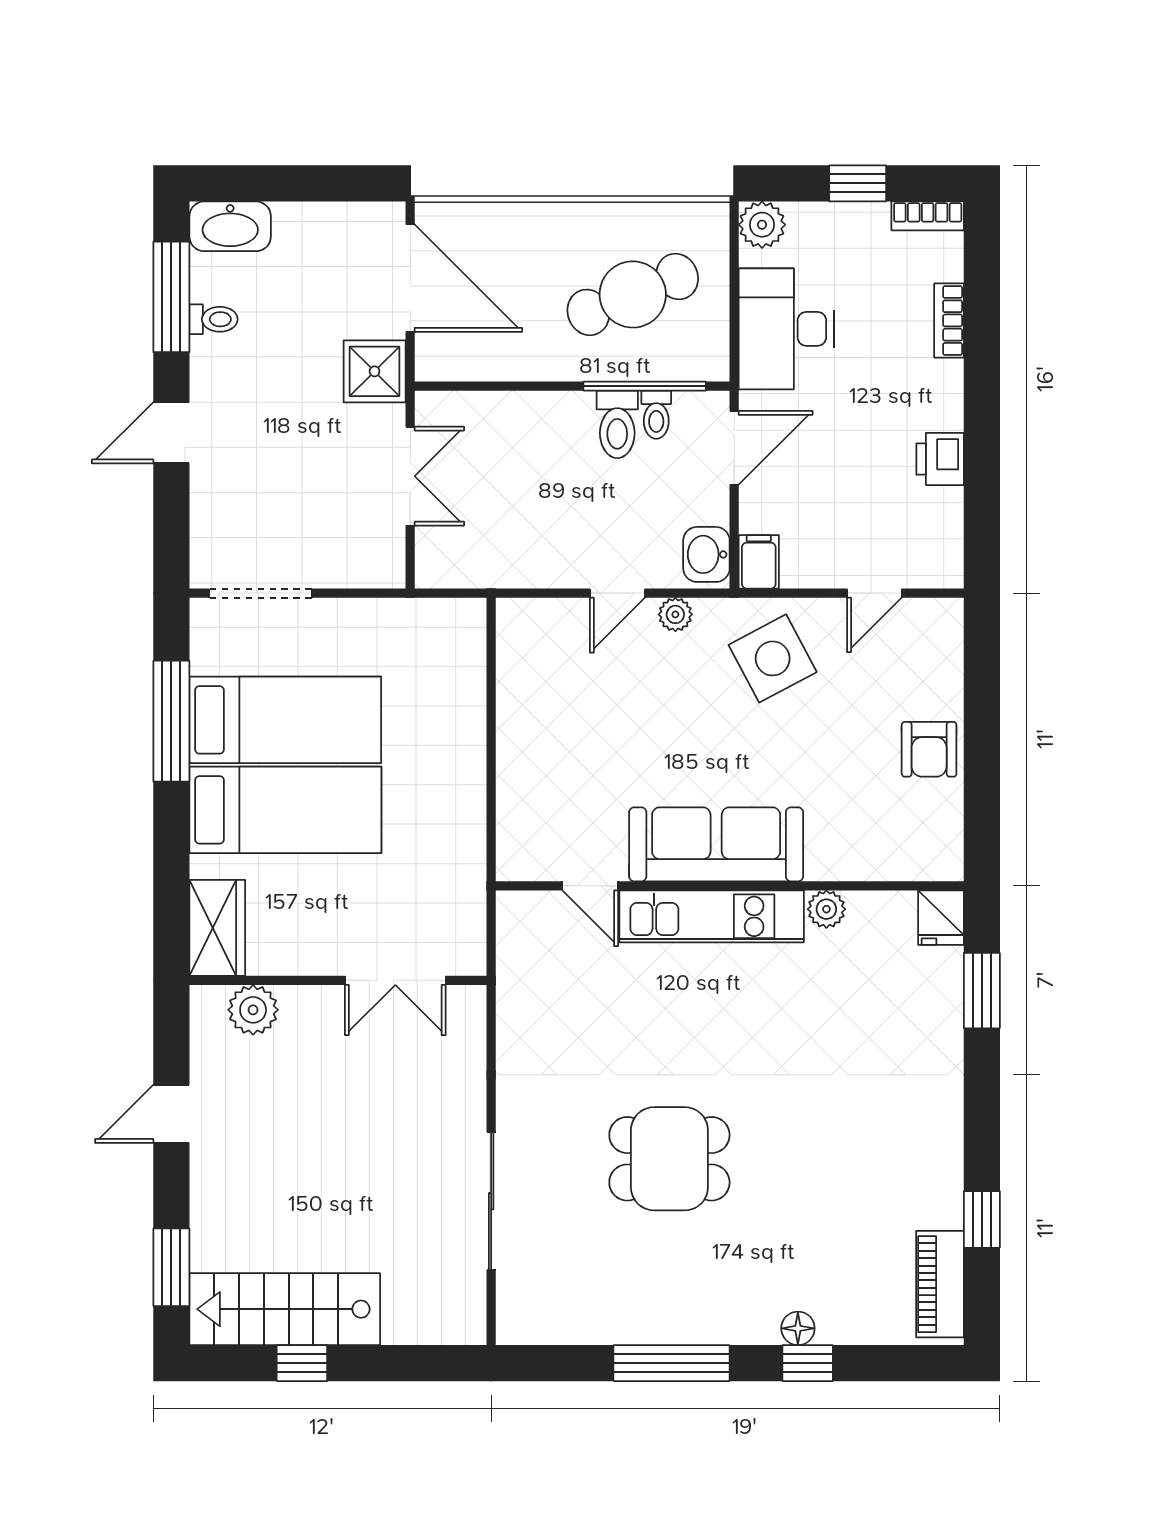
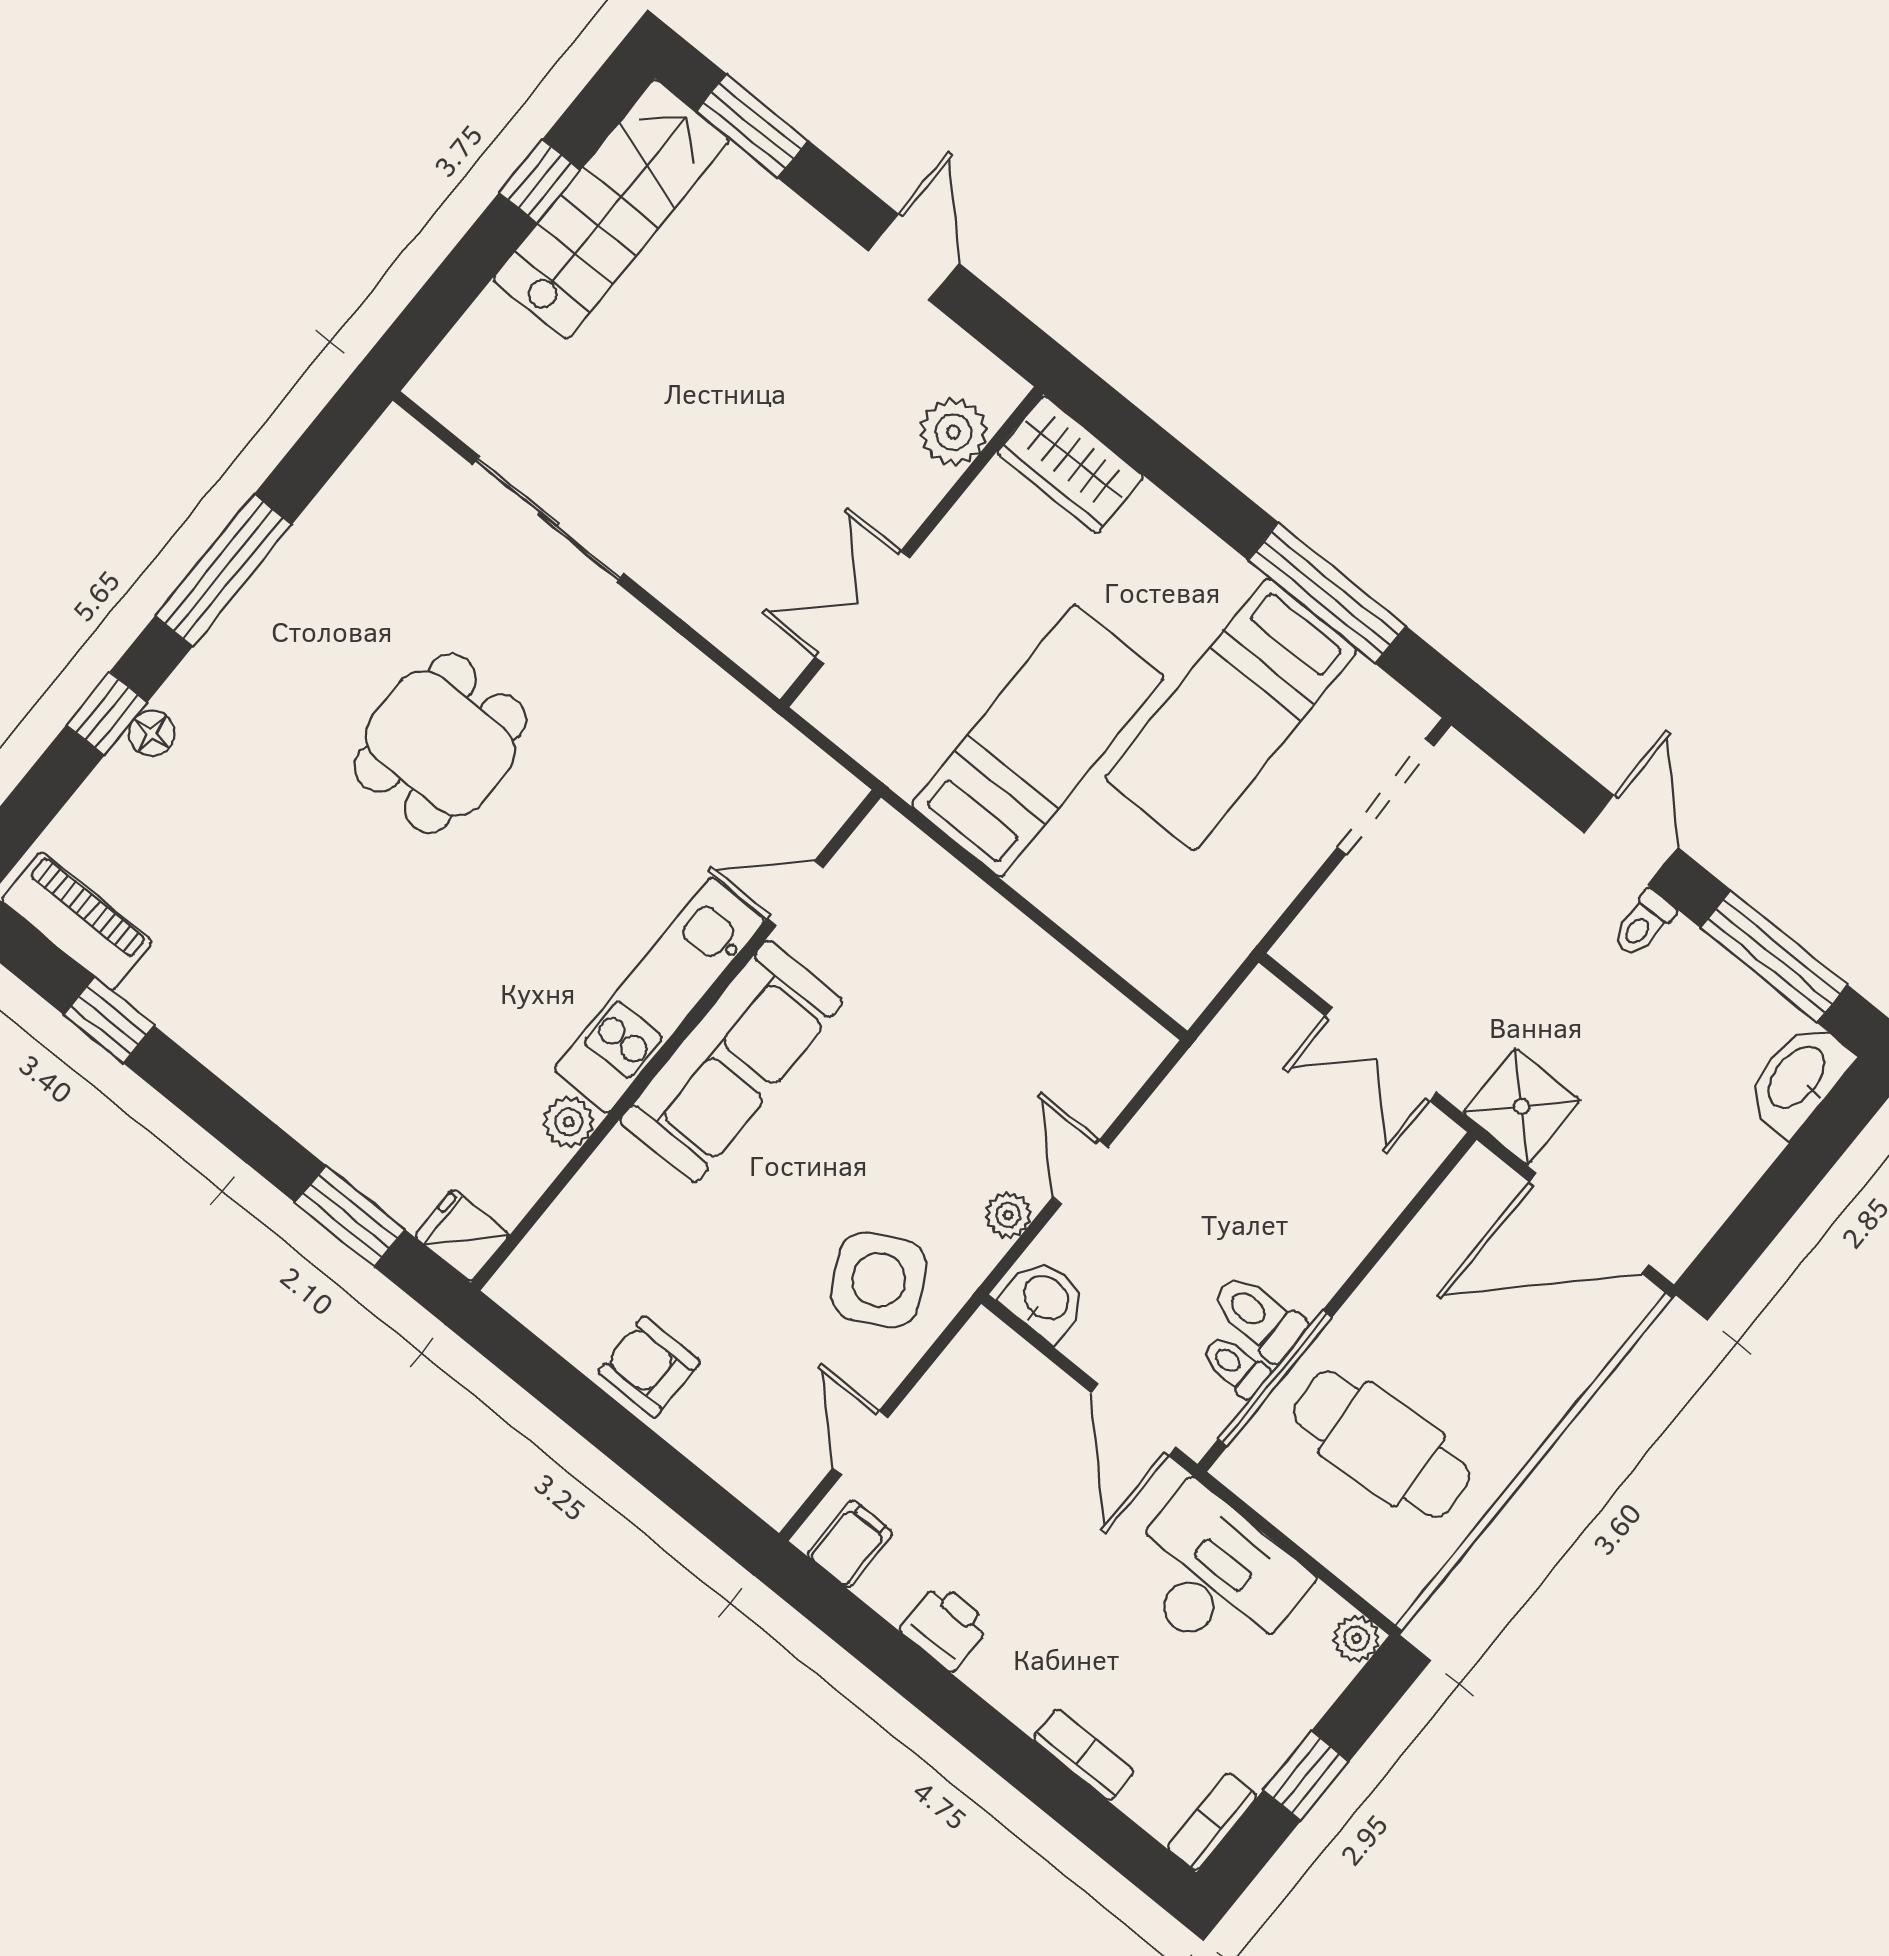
plant: (762, 225) -> (1357, 1639), width x0.73, depth x0.73
cafe table: (633, 294) -> (1382, 1444), turned -72
toilet: (214, 319) -> (1643, 924), moved
filing cabinet: (759, 562) -> (850, 1544), moved, turned -90
bed: (285, 810) -> (1038, 741), moved, turned 180

